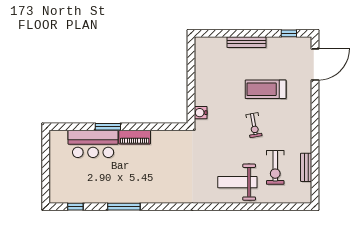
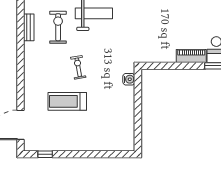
bench: (247, 42) -> (85, 146), removed
treadmill: (266, 89) -> (67, 101), turned 180

